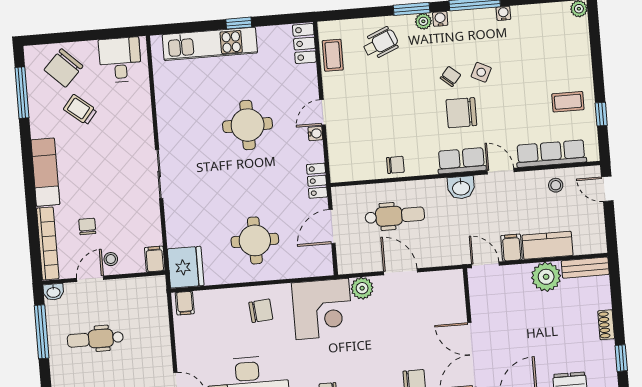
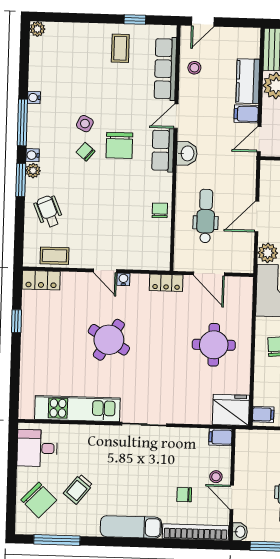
window: (239, 23) -> (16, 321), moved
kitchen unit: (210, 44) -> (77, 409), moved, turned -90
round table: (248, 125) -> (109, 340), turned 31

